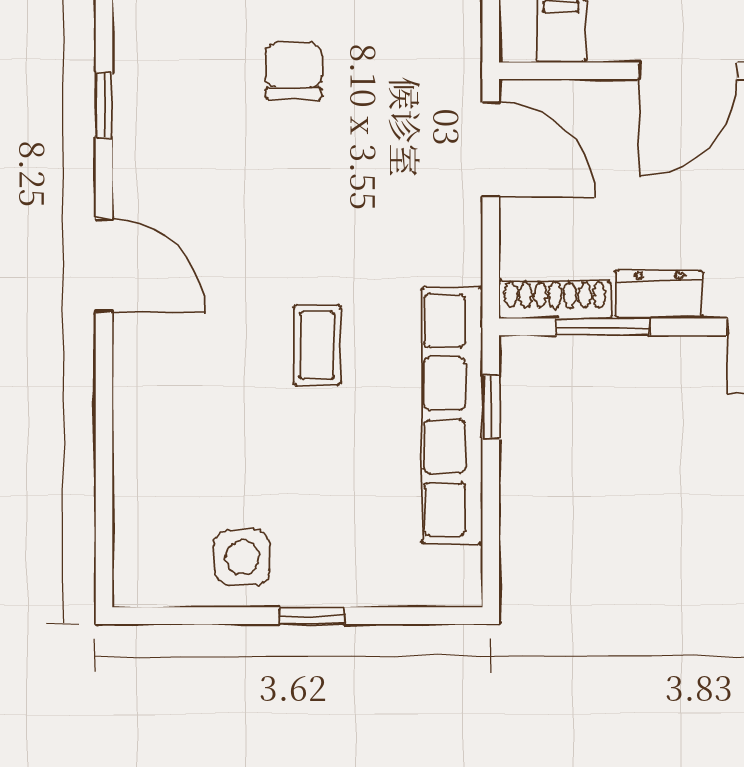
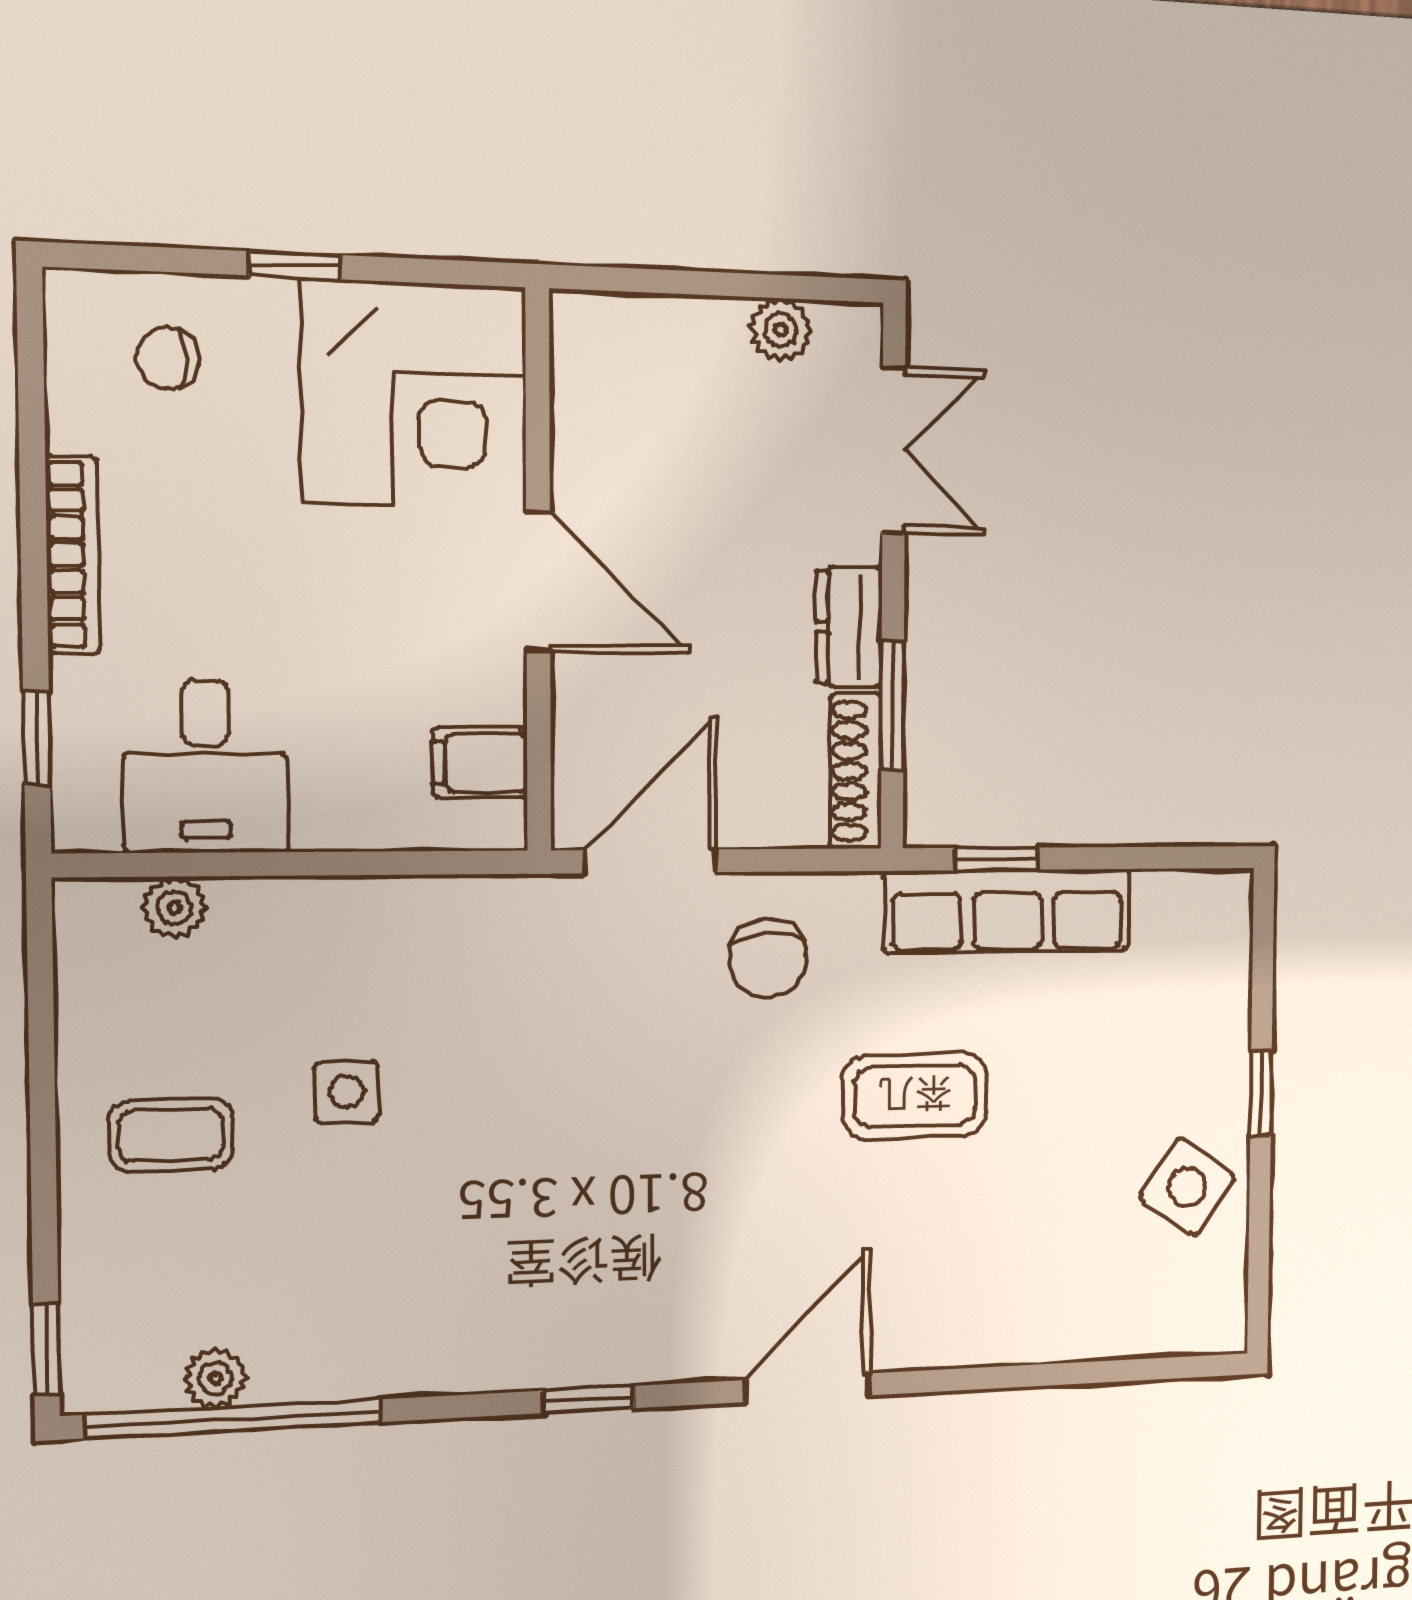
chair: (294, 70) -> (768, 958), moved, turned -94
coffee table: (317, 345) -> (915, 1096), width x1.36, depth x1.30
row of seats: (452, 415) -> (1008, 911), width x0.73
side table: (242, 557) -> (1187, 1187), turned 35

